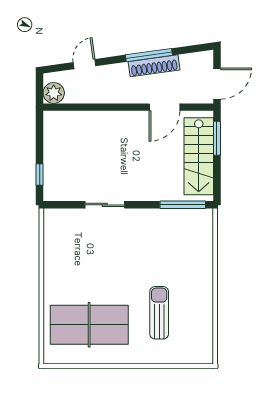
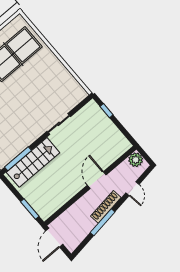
shoe rack: (154, 66) -> (106, 207), moved
door: (165, 107) -> (97, 180), moved
stairs: (199, 156) -> (33, 162), moved, turned 90

